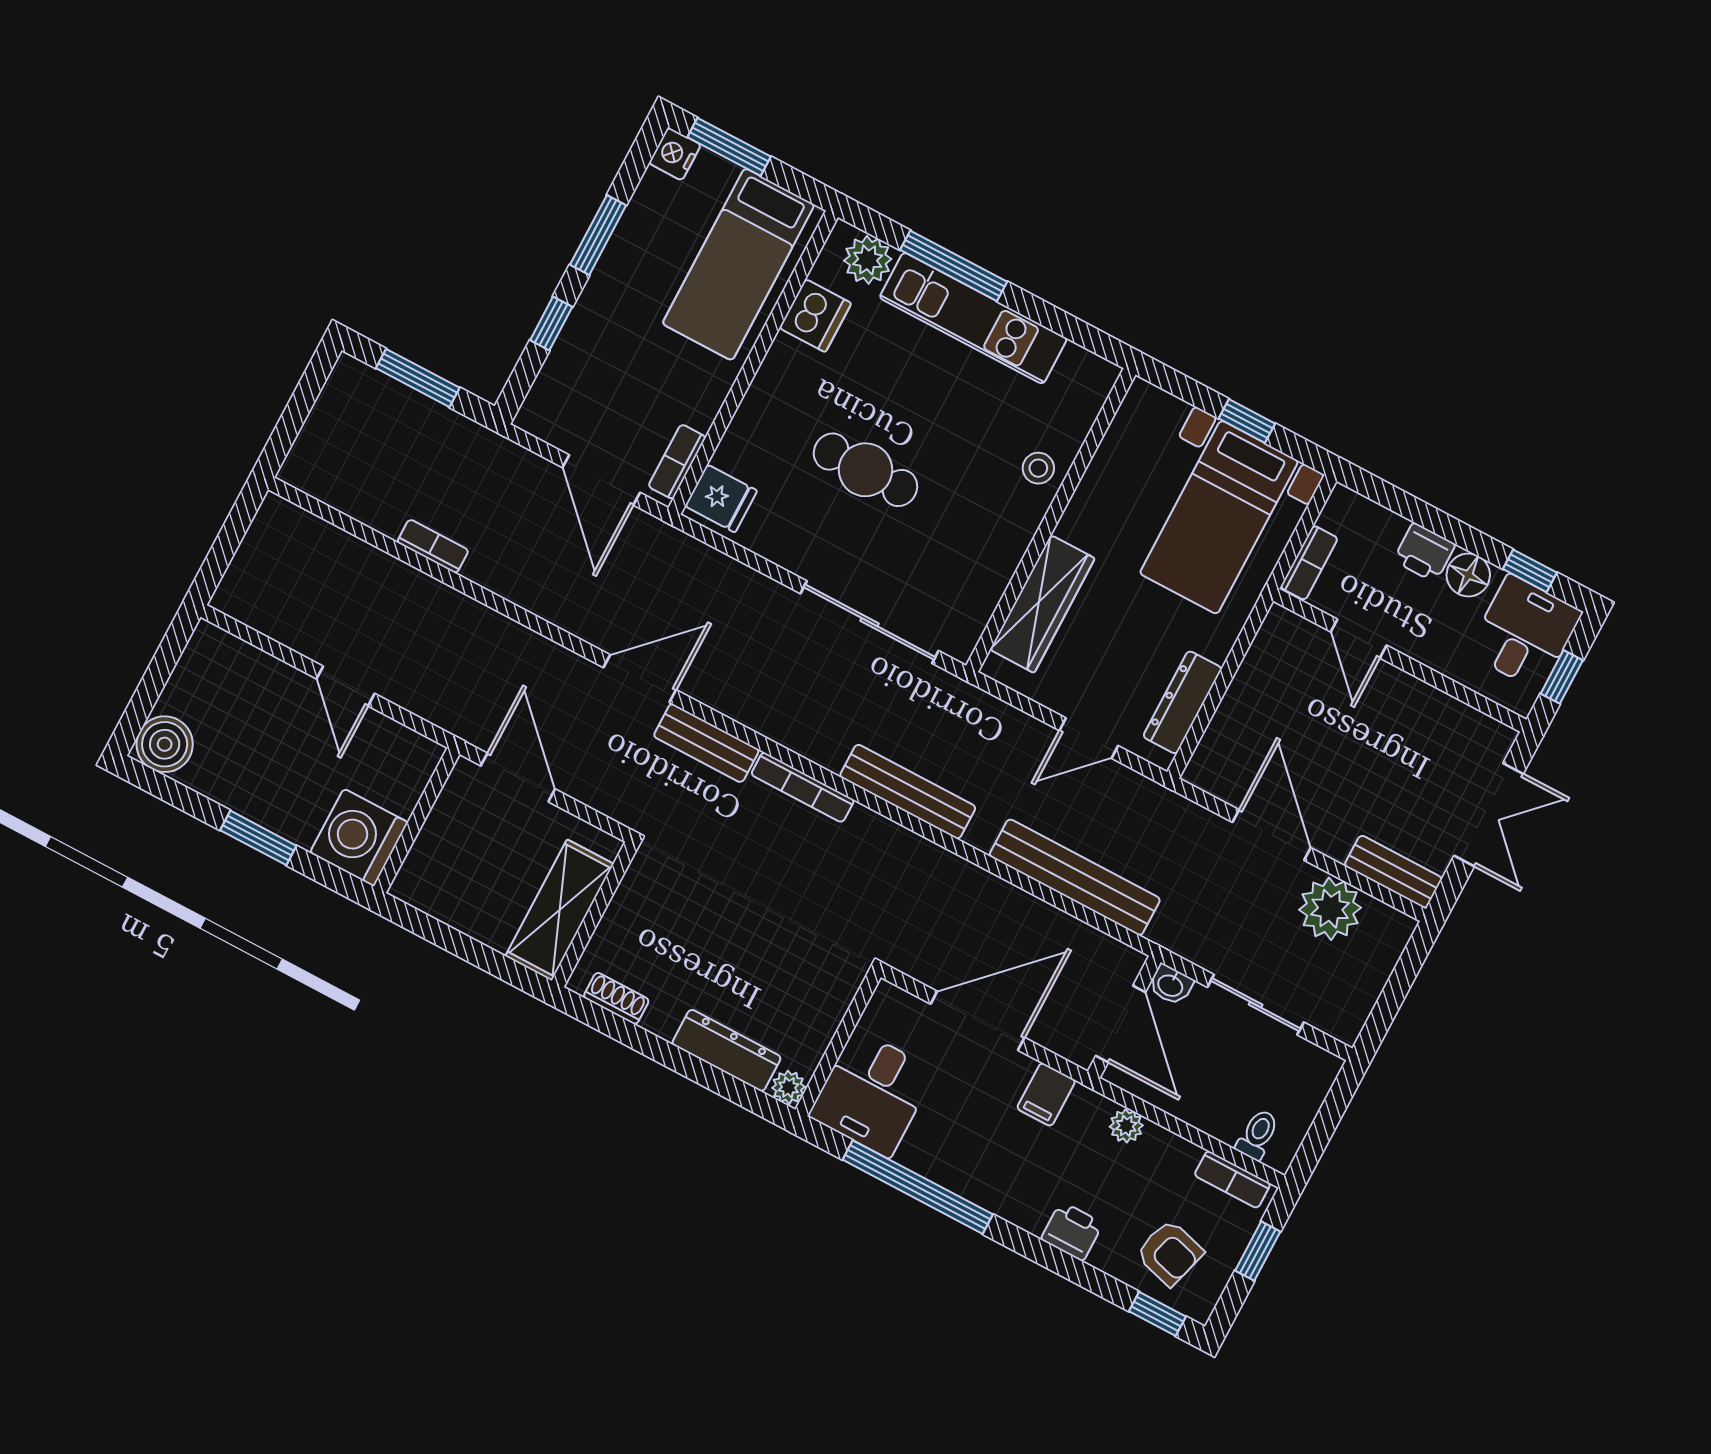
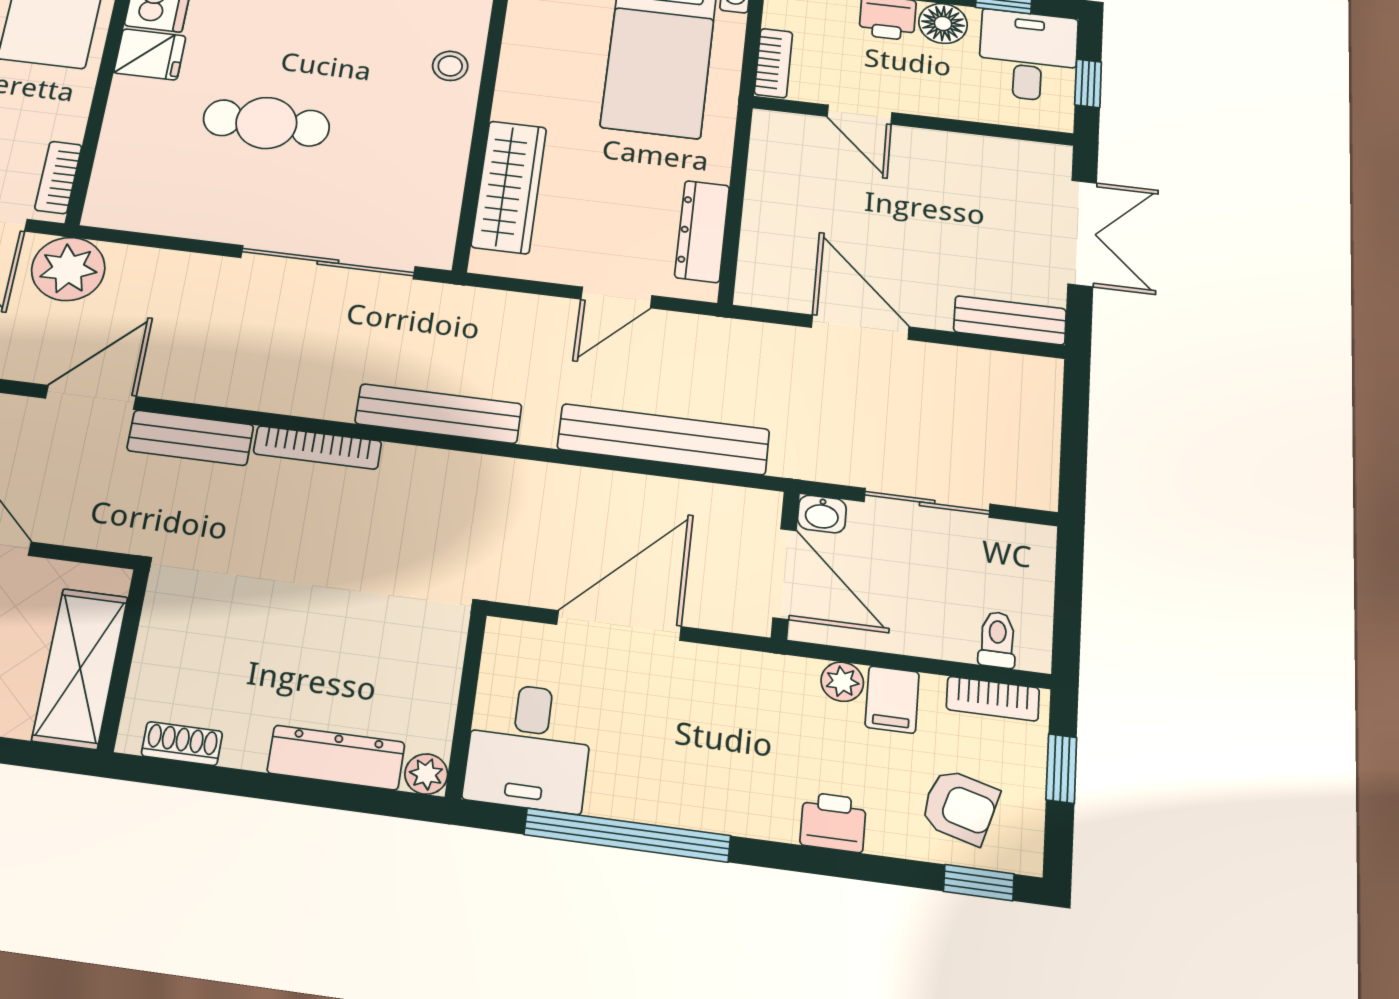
fridge: (721, 498) -> (150, 54), moved
plant: (1330, 909) -> (68, 269), moved
filing cabinet: (1046, 1094) -> (892, 700), moved

